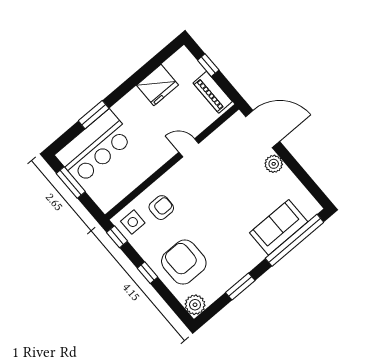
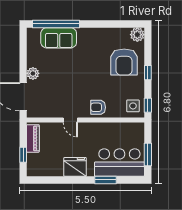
fridge: (157, 85) -> (75, 167), moved
armchair: (161, 208) -> (98, 107), moved
window: (240, 287) -> (105, 24), removed

